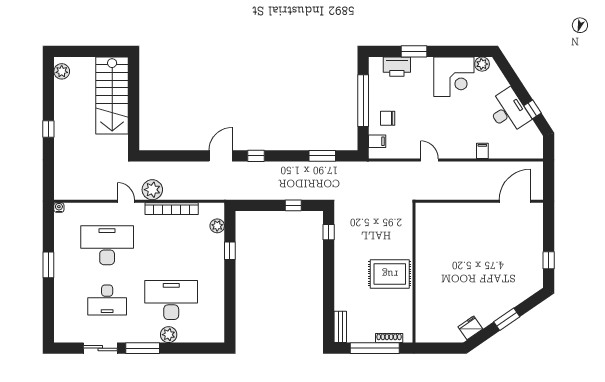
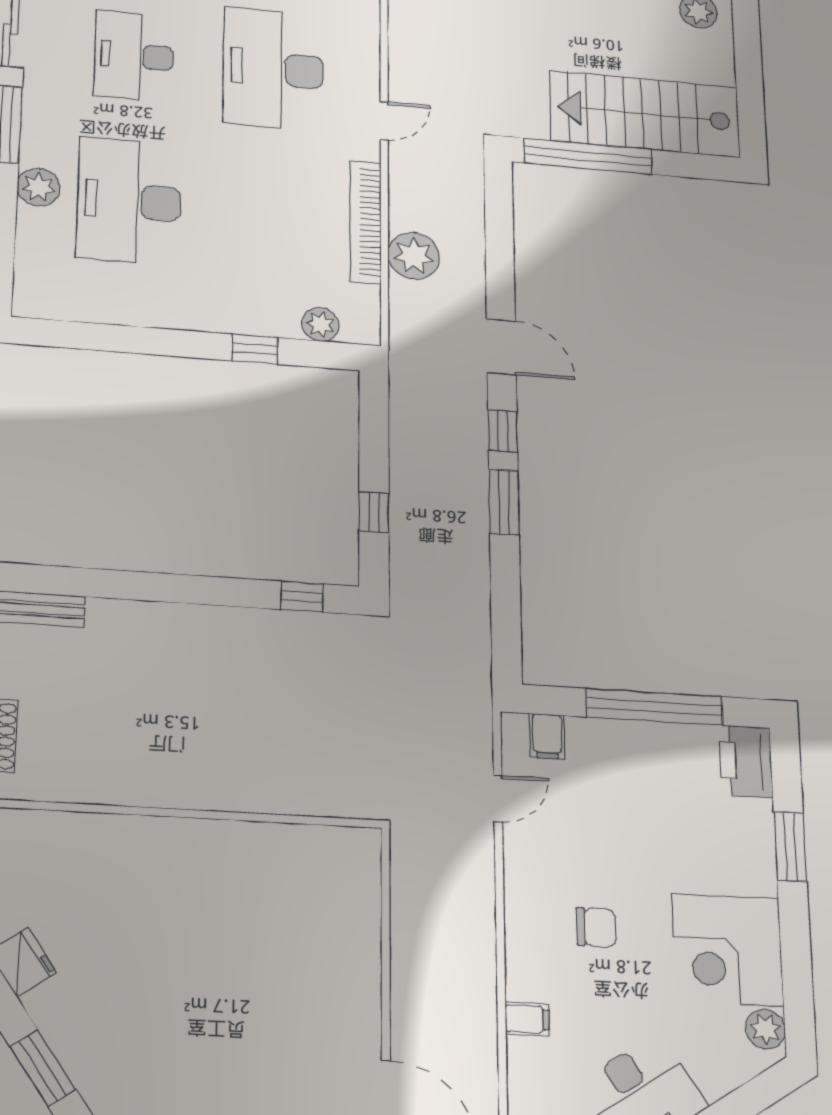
printer: (397, 67) -> (746, 761), moved
chair: (388, 118) -> (596, 927), moved, turned 90
window: (134, 119) -> (588, 156), added
window: (322, 156) -> (504, 502), moved
door: (429, 160) -> (498, 798), moved
plant: (152, 190) -> (414, 256), moved
desk: (107, 245) -> (274, 69), turned 180
rug: (390, 274) -> (184, 748), removed
desk: (171, 300) -> (129, 201), turned 180

